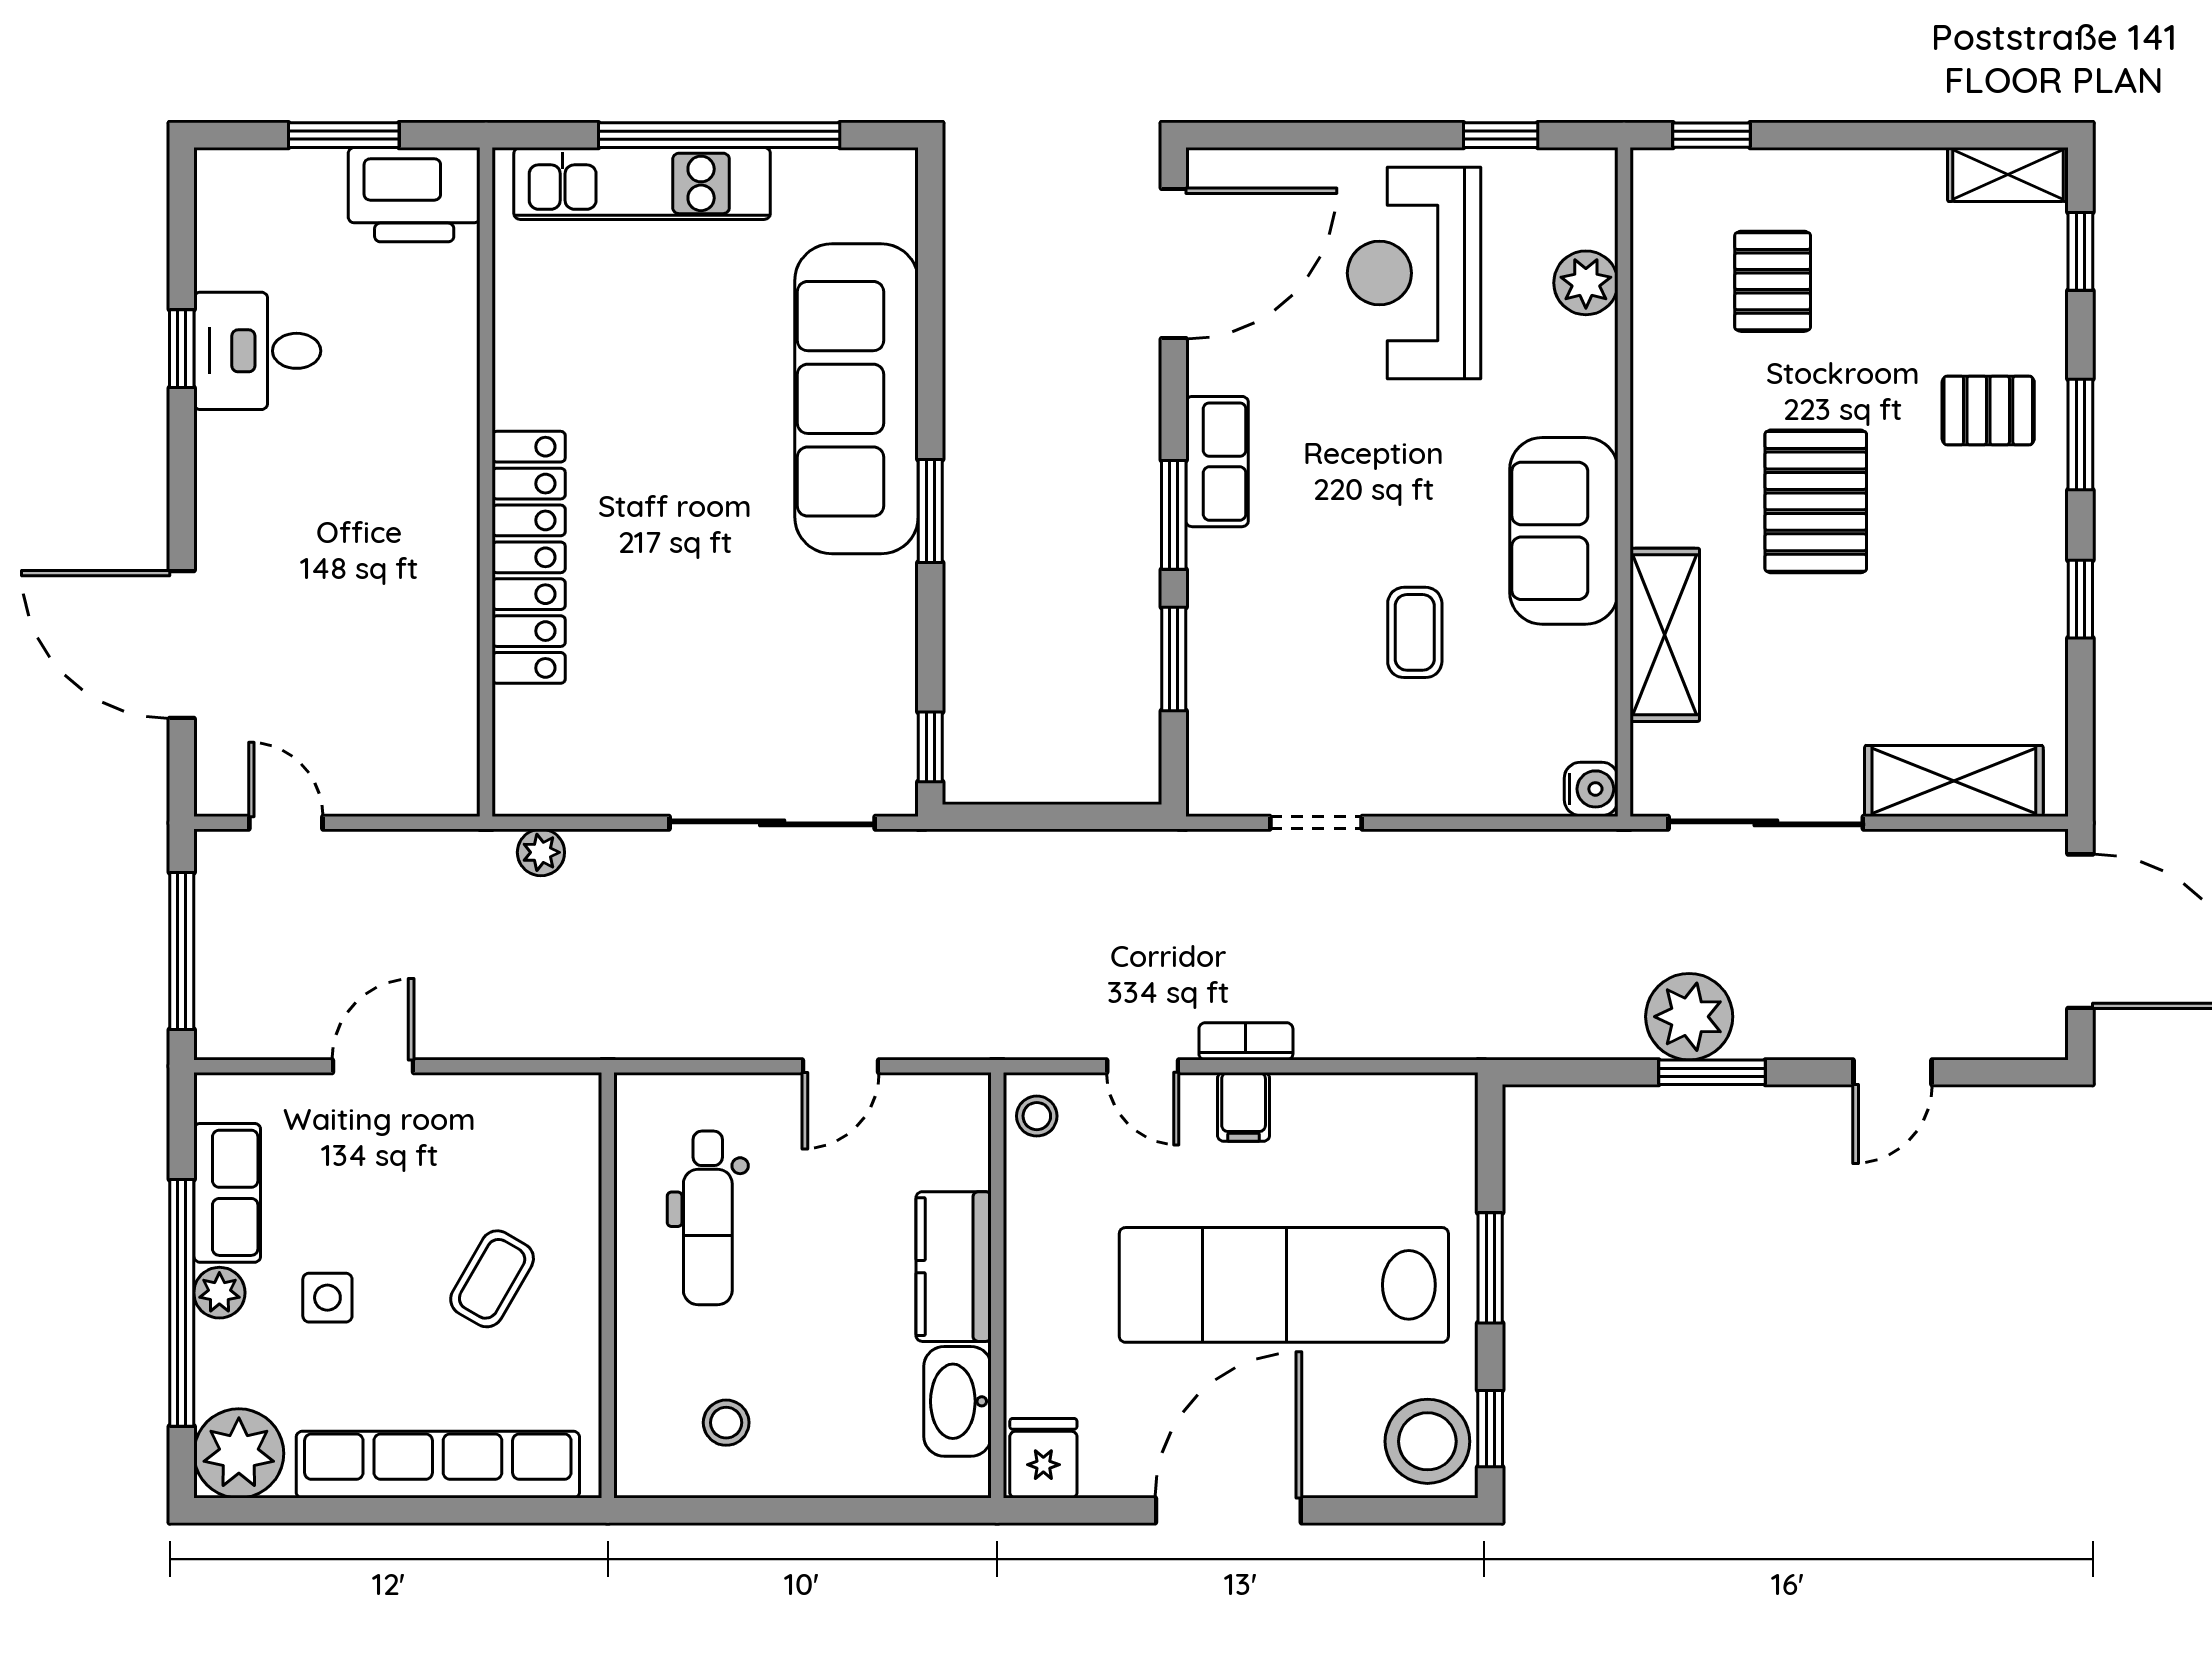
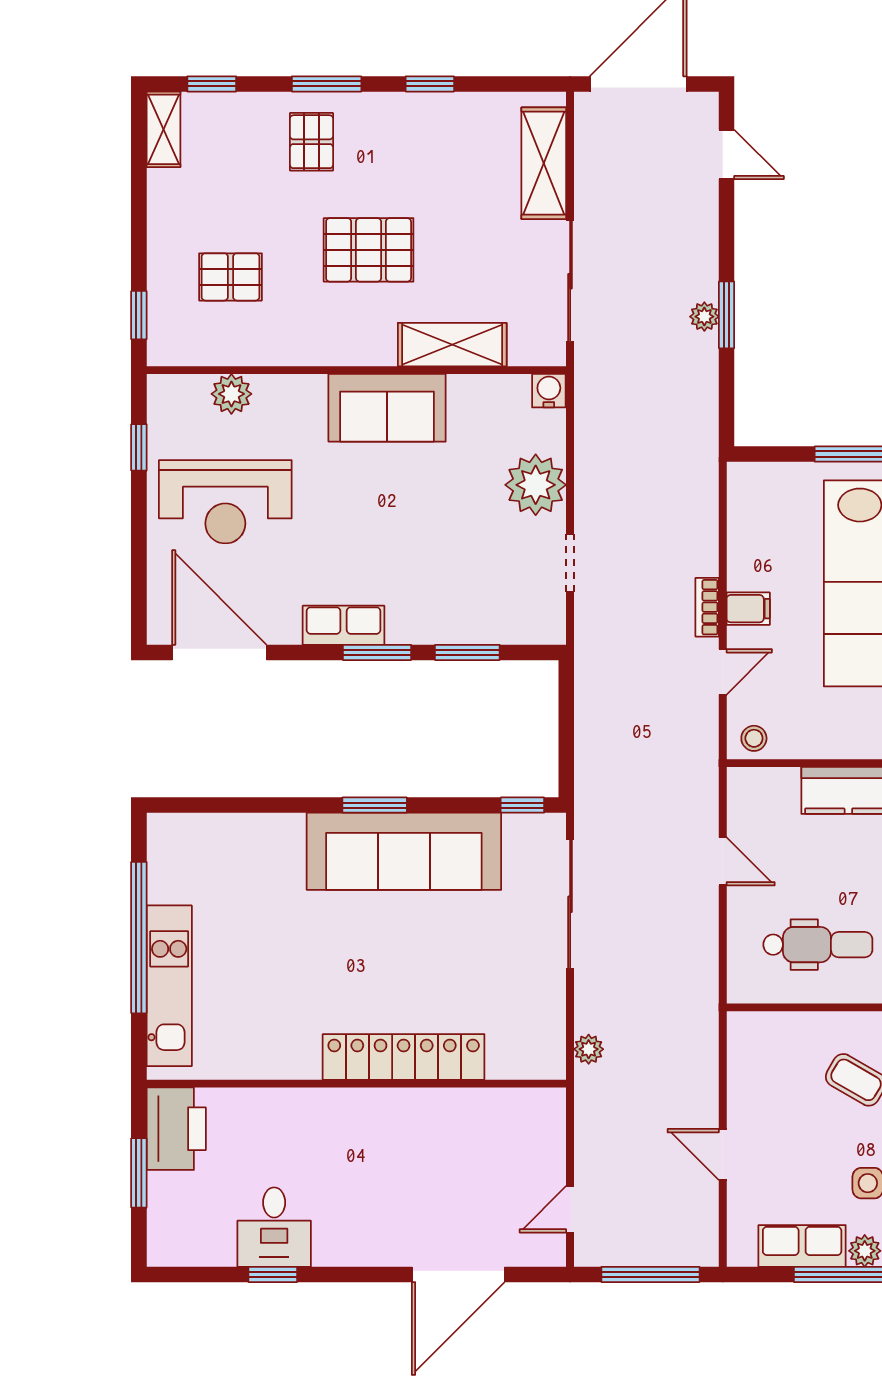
sofa: (857, 399) -> (404, 851), moved
coffee table: (1415, 632) -> (451, 501), removed
plant: (1441, 768) -> (536, 485), added
plant: (1689, 1017) -> (704, 317), width x0.53, depth x0.53
door: (1892, 1072) -> (727, 154), moved

